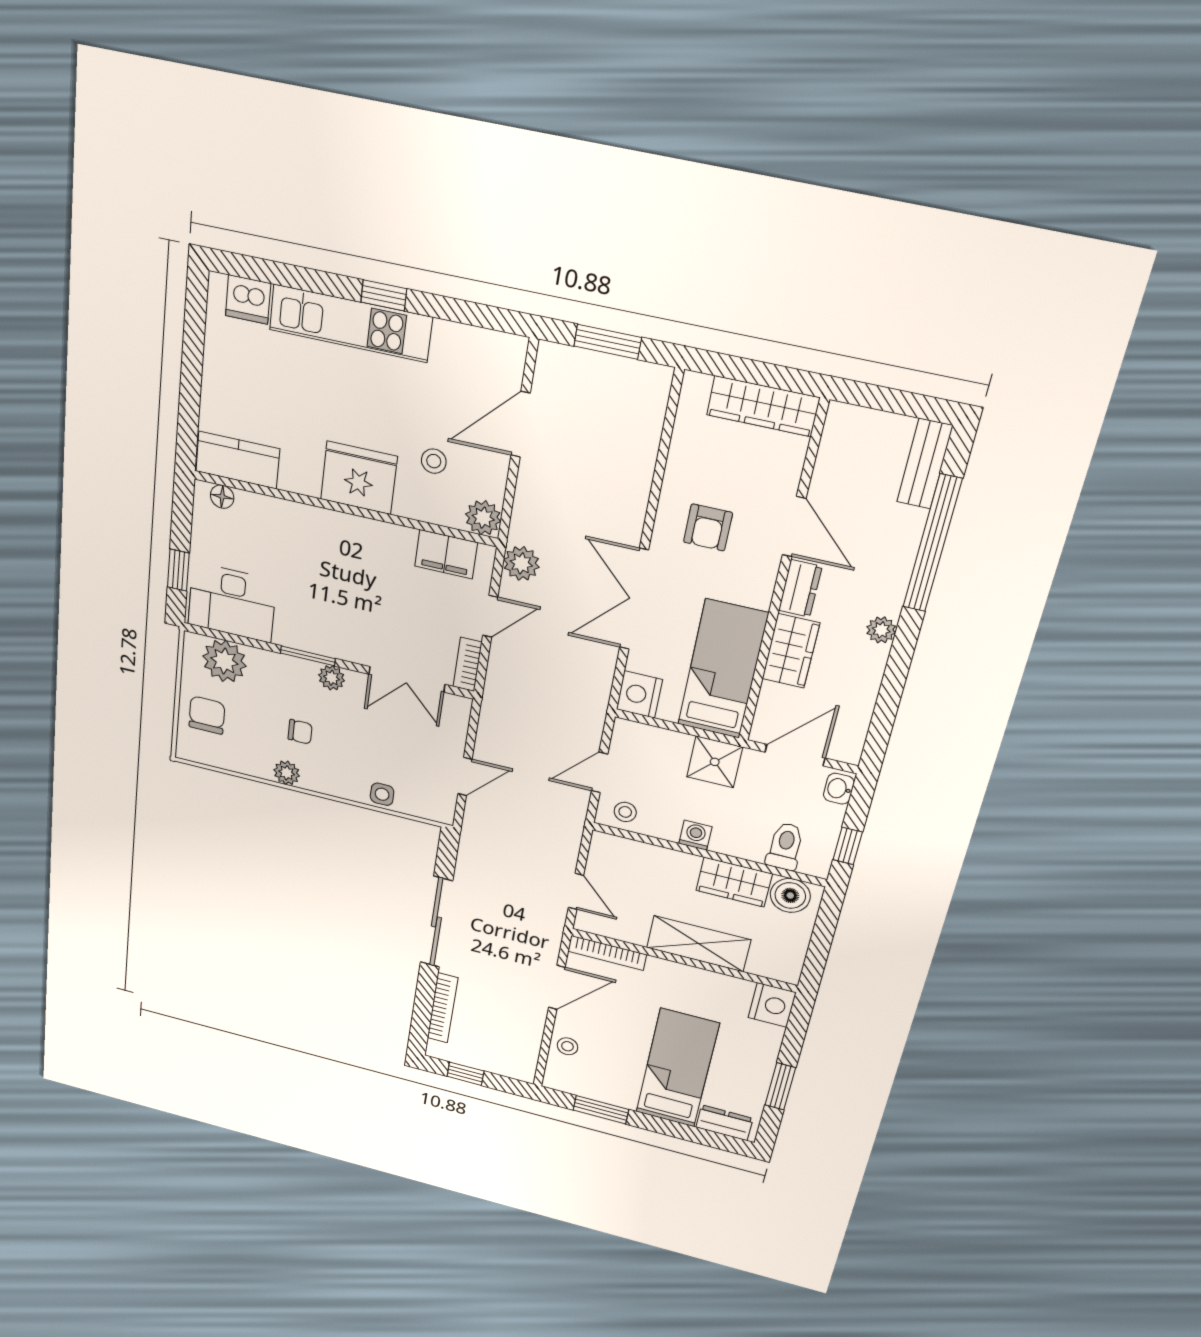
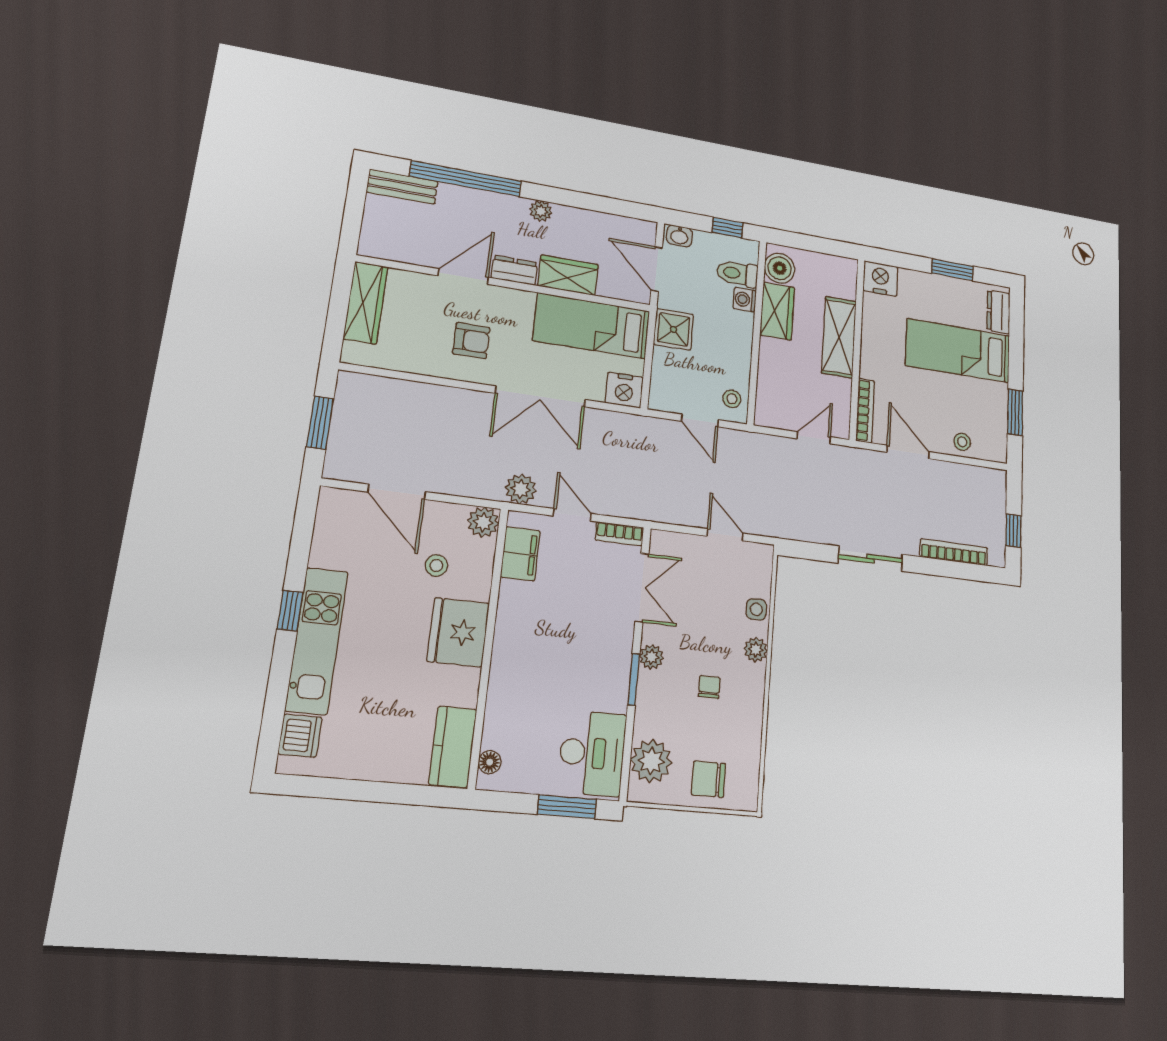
window: (178, 570) -> (567, 807), width x1.50
plant: (287, 773) -> (756, 650), moved
washing machine: (695, 835) -> (745, 300), moved
sliding door: (436, 922) -> (870, 559), width x0.73

